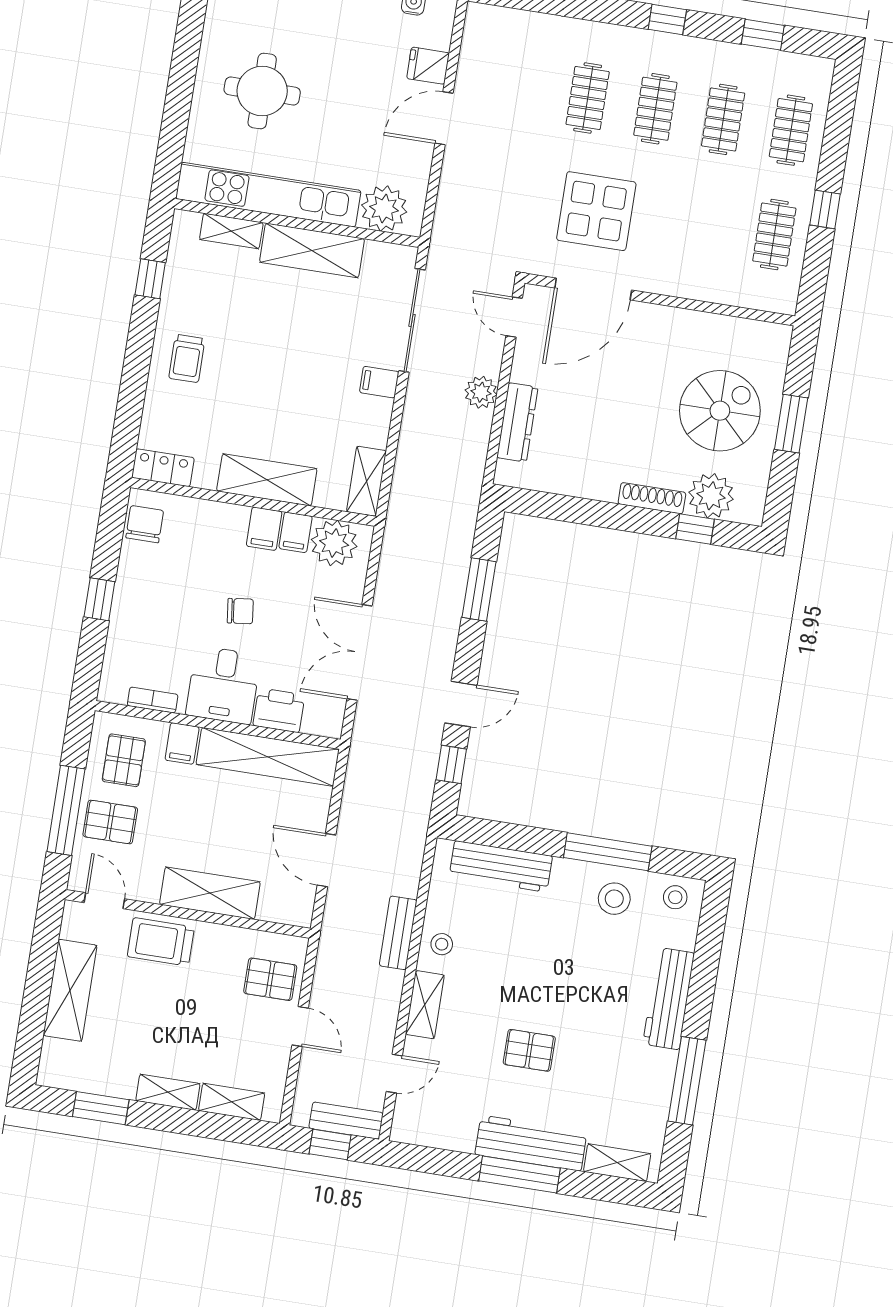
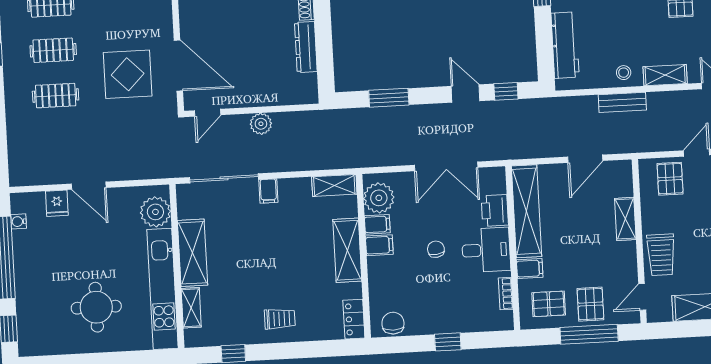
dresser: (517, 422) -> (306, 47), moved, turned -90
chair: (145, 524) -> (393, 323), turned 90
shelving: (210, 893) -> (625, 219), width x0.67, depth x0.75

